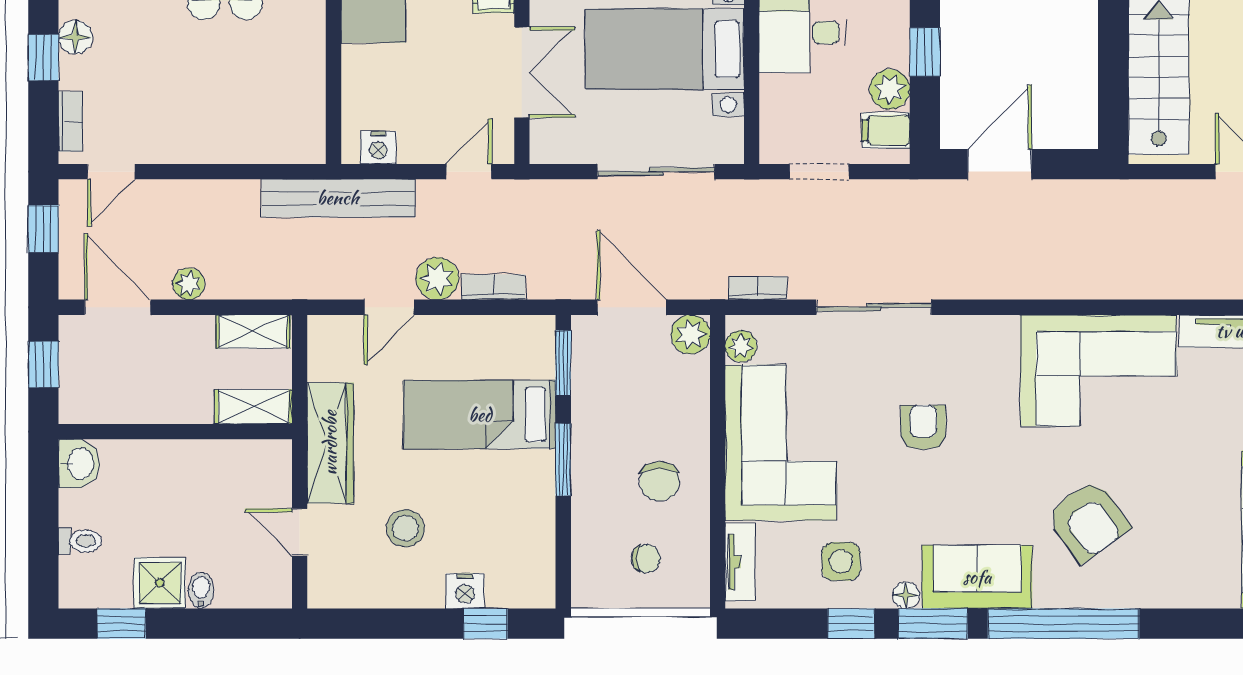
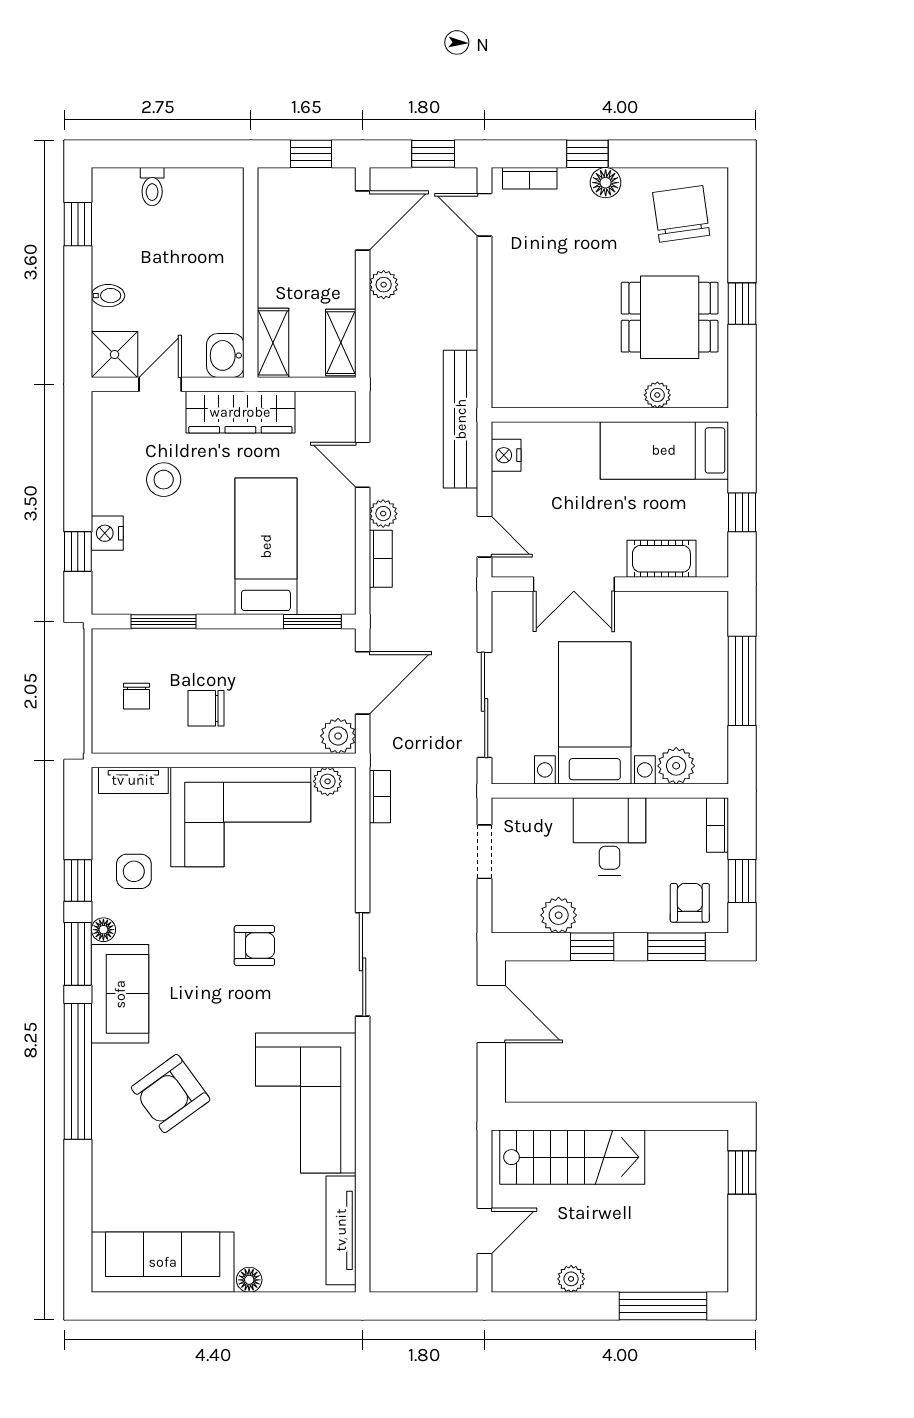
filing cabinet: (886, 130) -> (522, 912), removed
plant: (437, 278) -> (383, 514), width x0.73, depth x0.73
sliding door: (874, 307) -> (363, 964), moved
window: (563, 460) -> (164, 621), moved
washbasin: (79, 464) -> (225, 355), moved, turned 90
shower: (160, 583) -> (115, 354), moved

